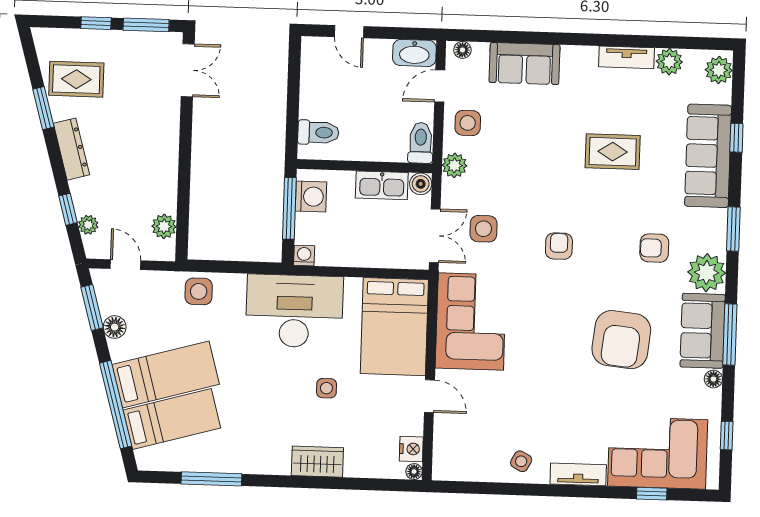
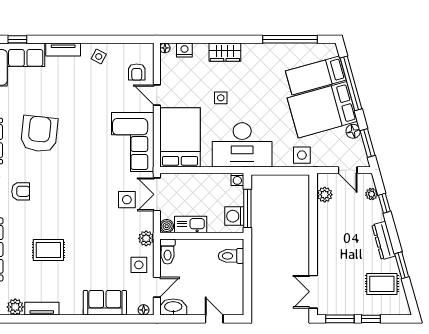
armchair: (559, 246) -> (137, 72), moved
bed: (166, 374) -> (322, 110), width x1.50
nightstand: (411, 449) -> (184, 50), moved, turned 90
window: (211, 479) -> (290, 39), width x1.46

